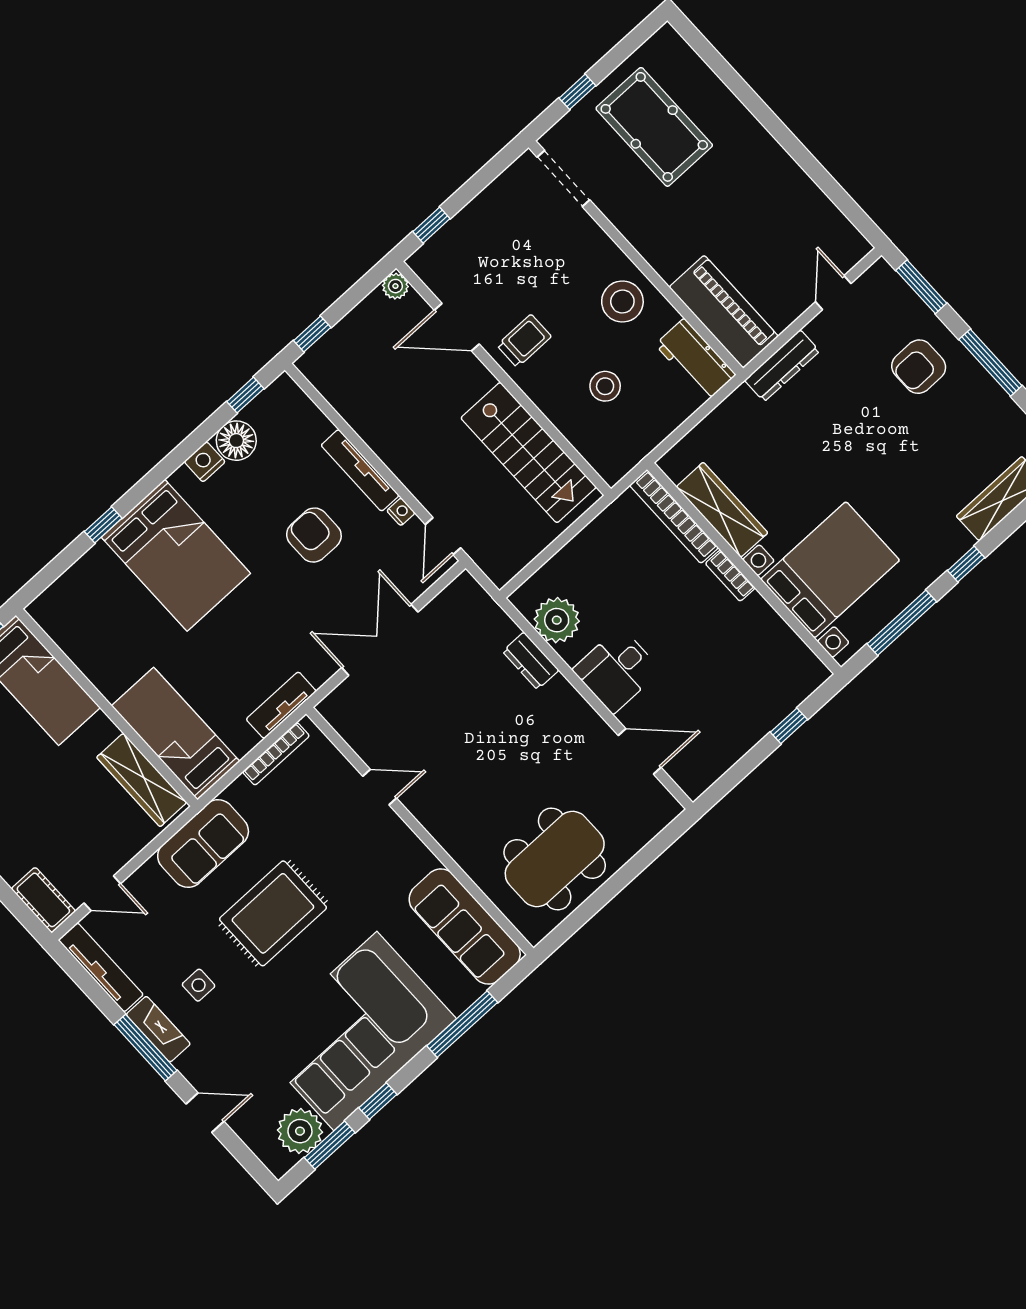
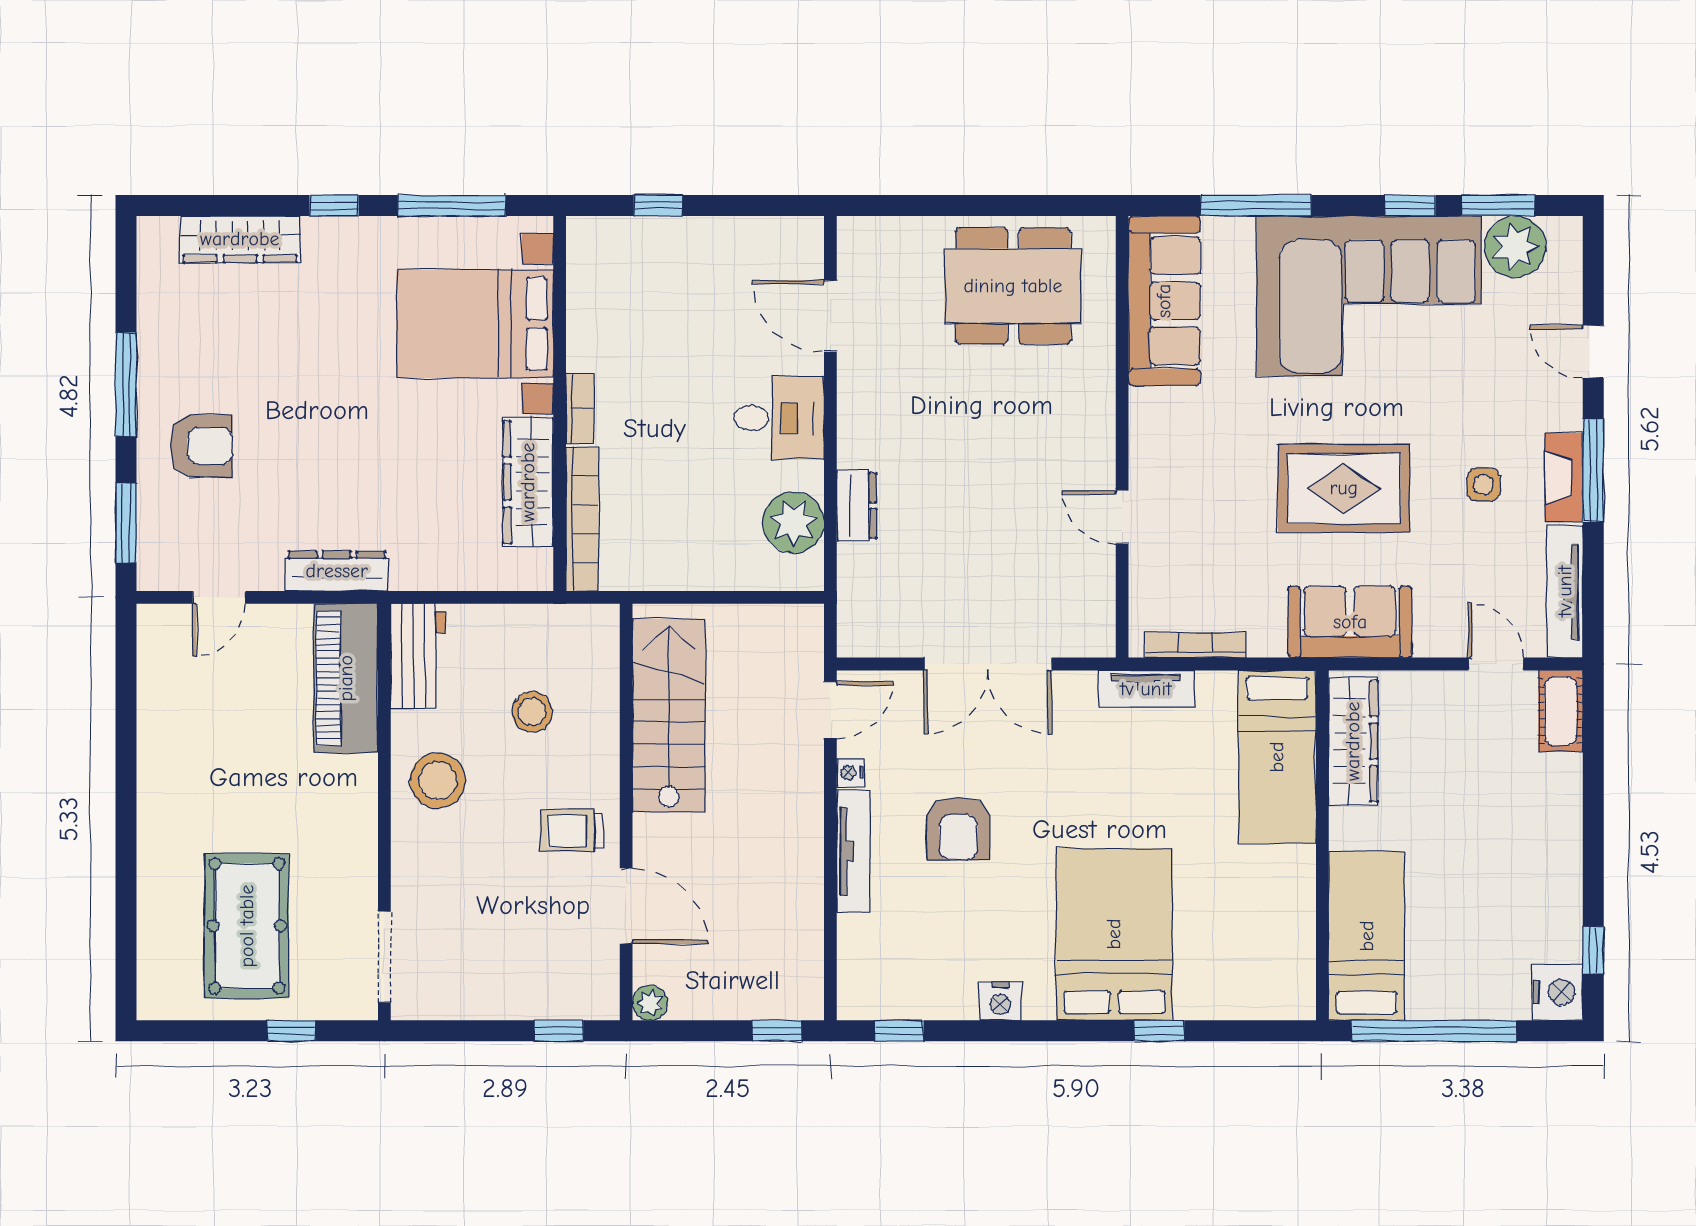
floor lamp: (236, 441) -> (950, 994), removed

